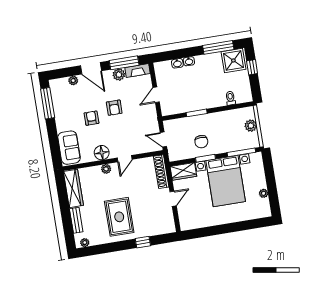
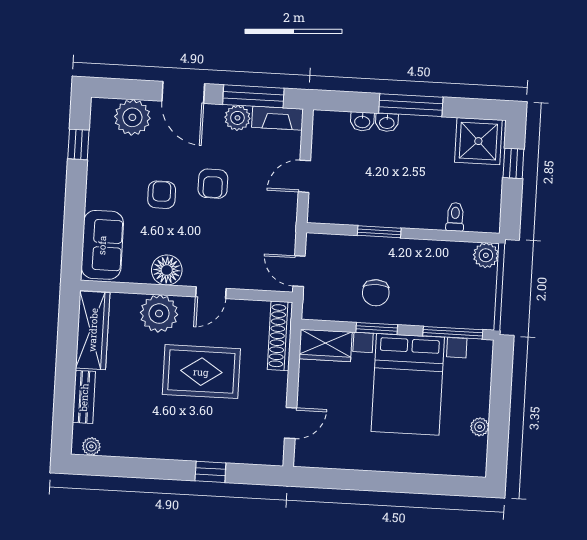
window: (218, 47) -> (411, 105), moved
plant: (73, 81) -> (132, 117), width x1.88, depth x1.88
window: (48, 103) -> (78, 144), width x0.46
plant: (251, 126) -> (486, 255), moved
plant: (106, 169) -> (159, 314), width x1.88, depth x1.88
door: (173, 199) -> (291, 423), moved
rug: (119, 217) -> (201, 372), moved, turned 90

